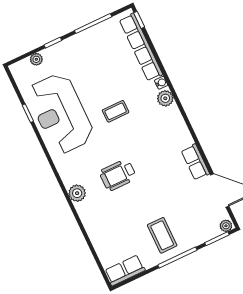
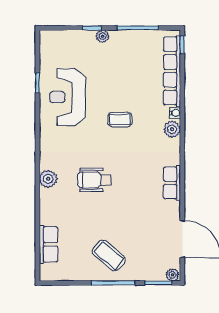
plant: (36, 59) -> (103, 36), moved
reception desk: (60, 113) -> (68, 97), width x0.74, depth x0.77
row of seats: (195, 162) -> (172, 183), moved
coffee table: (162, 235) -> (109, 256), turned -50
row of seats: (125, 270) -> (49, 244), moved, turned 90

